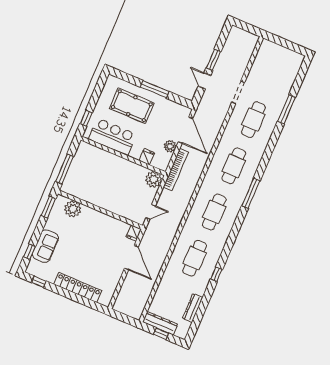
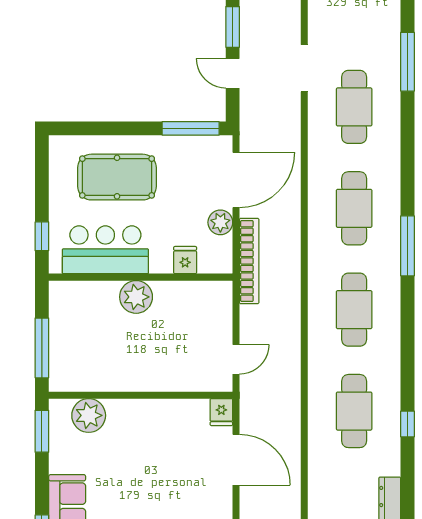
window: (155, 89) -> (191, 128), moved
door: (185, 130) -> (236, 180), hinge flipped
plant: (154, 179) -> (136, 297), moved

